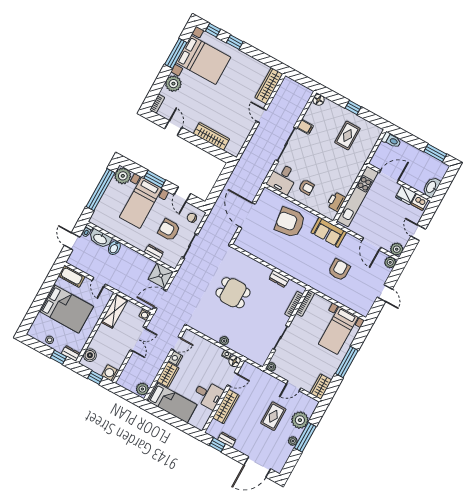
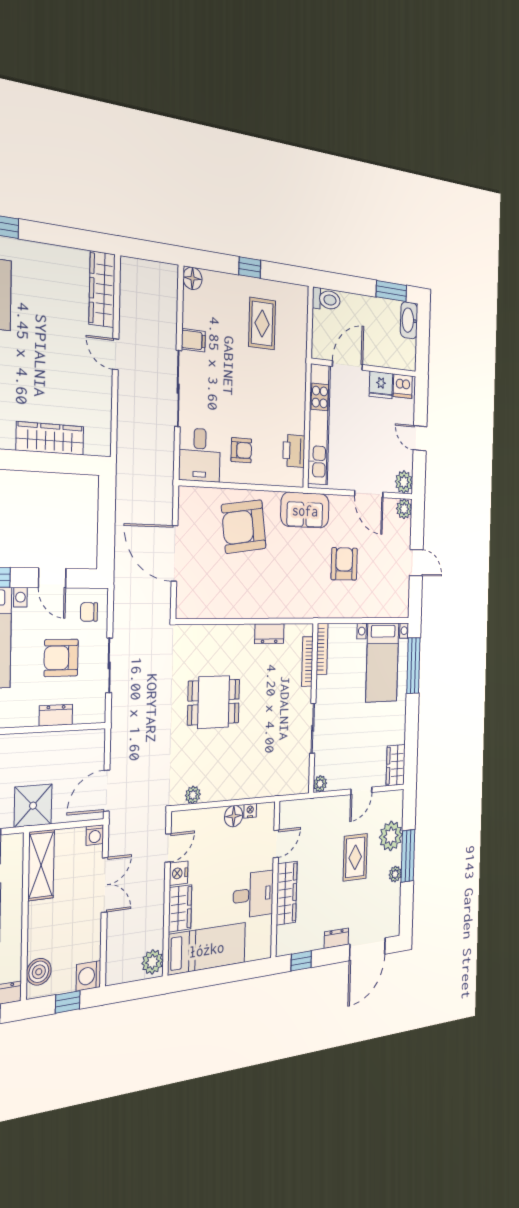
washbasin: (431, 187) -> (409, 320), moved
shower: (161, 276) -> (33, 806), moved
plant: (224, 341) -> (193, 795), moved
floor lamp: (235, 361) -> (234, 816), moved
window: (347, 362) -> (413, 666), moved
dresser: (227, 440) -> (336, 938), moved

